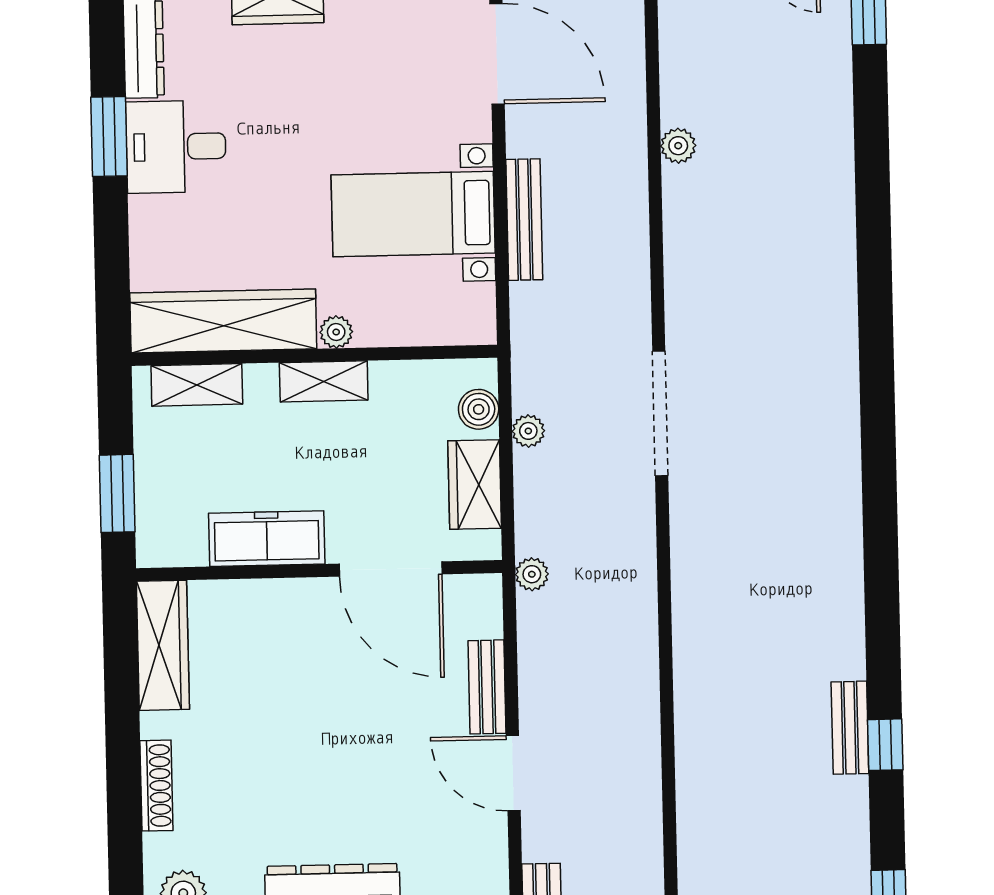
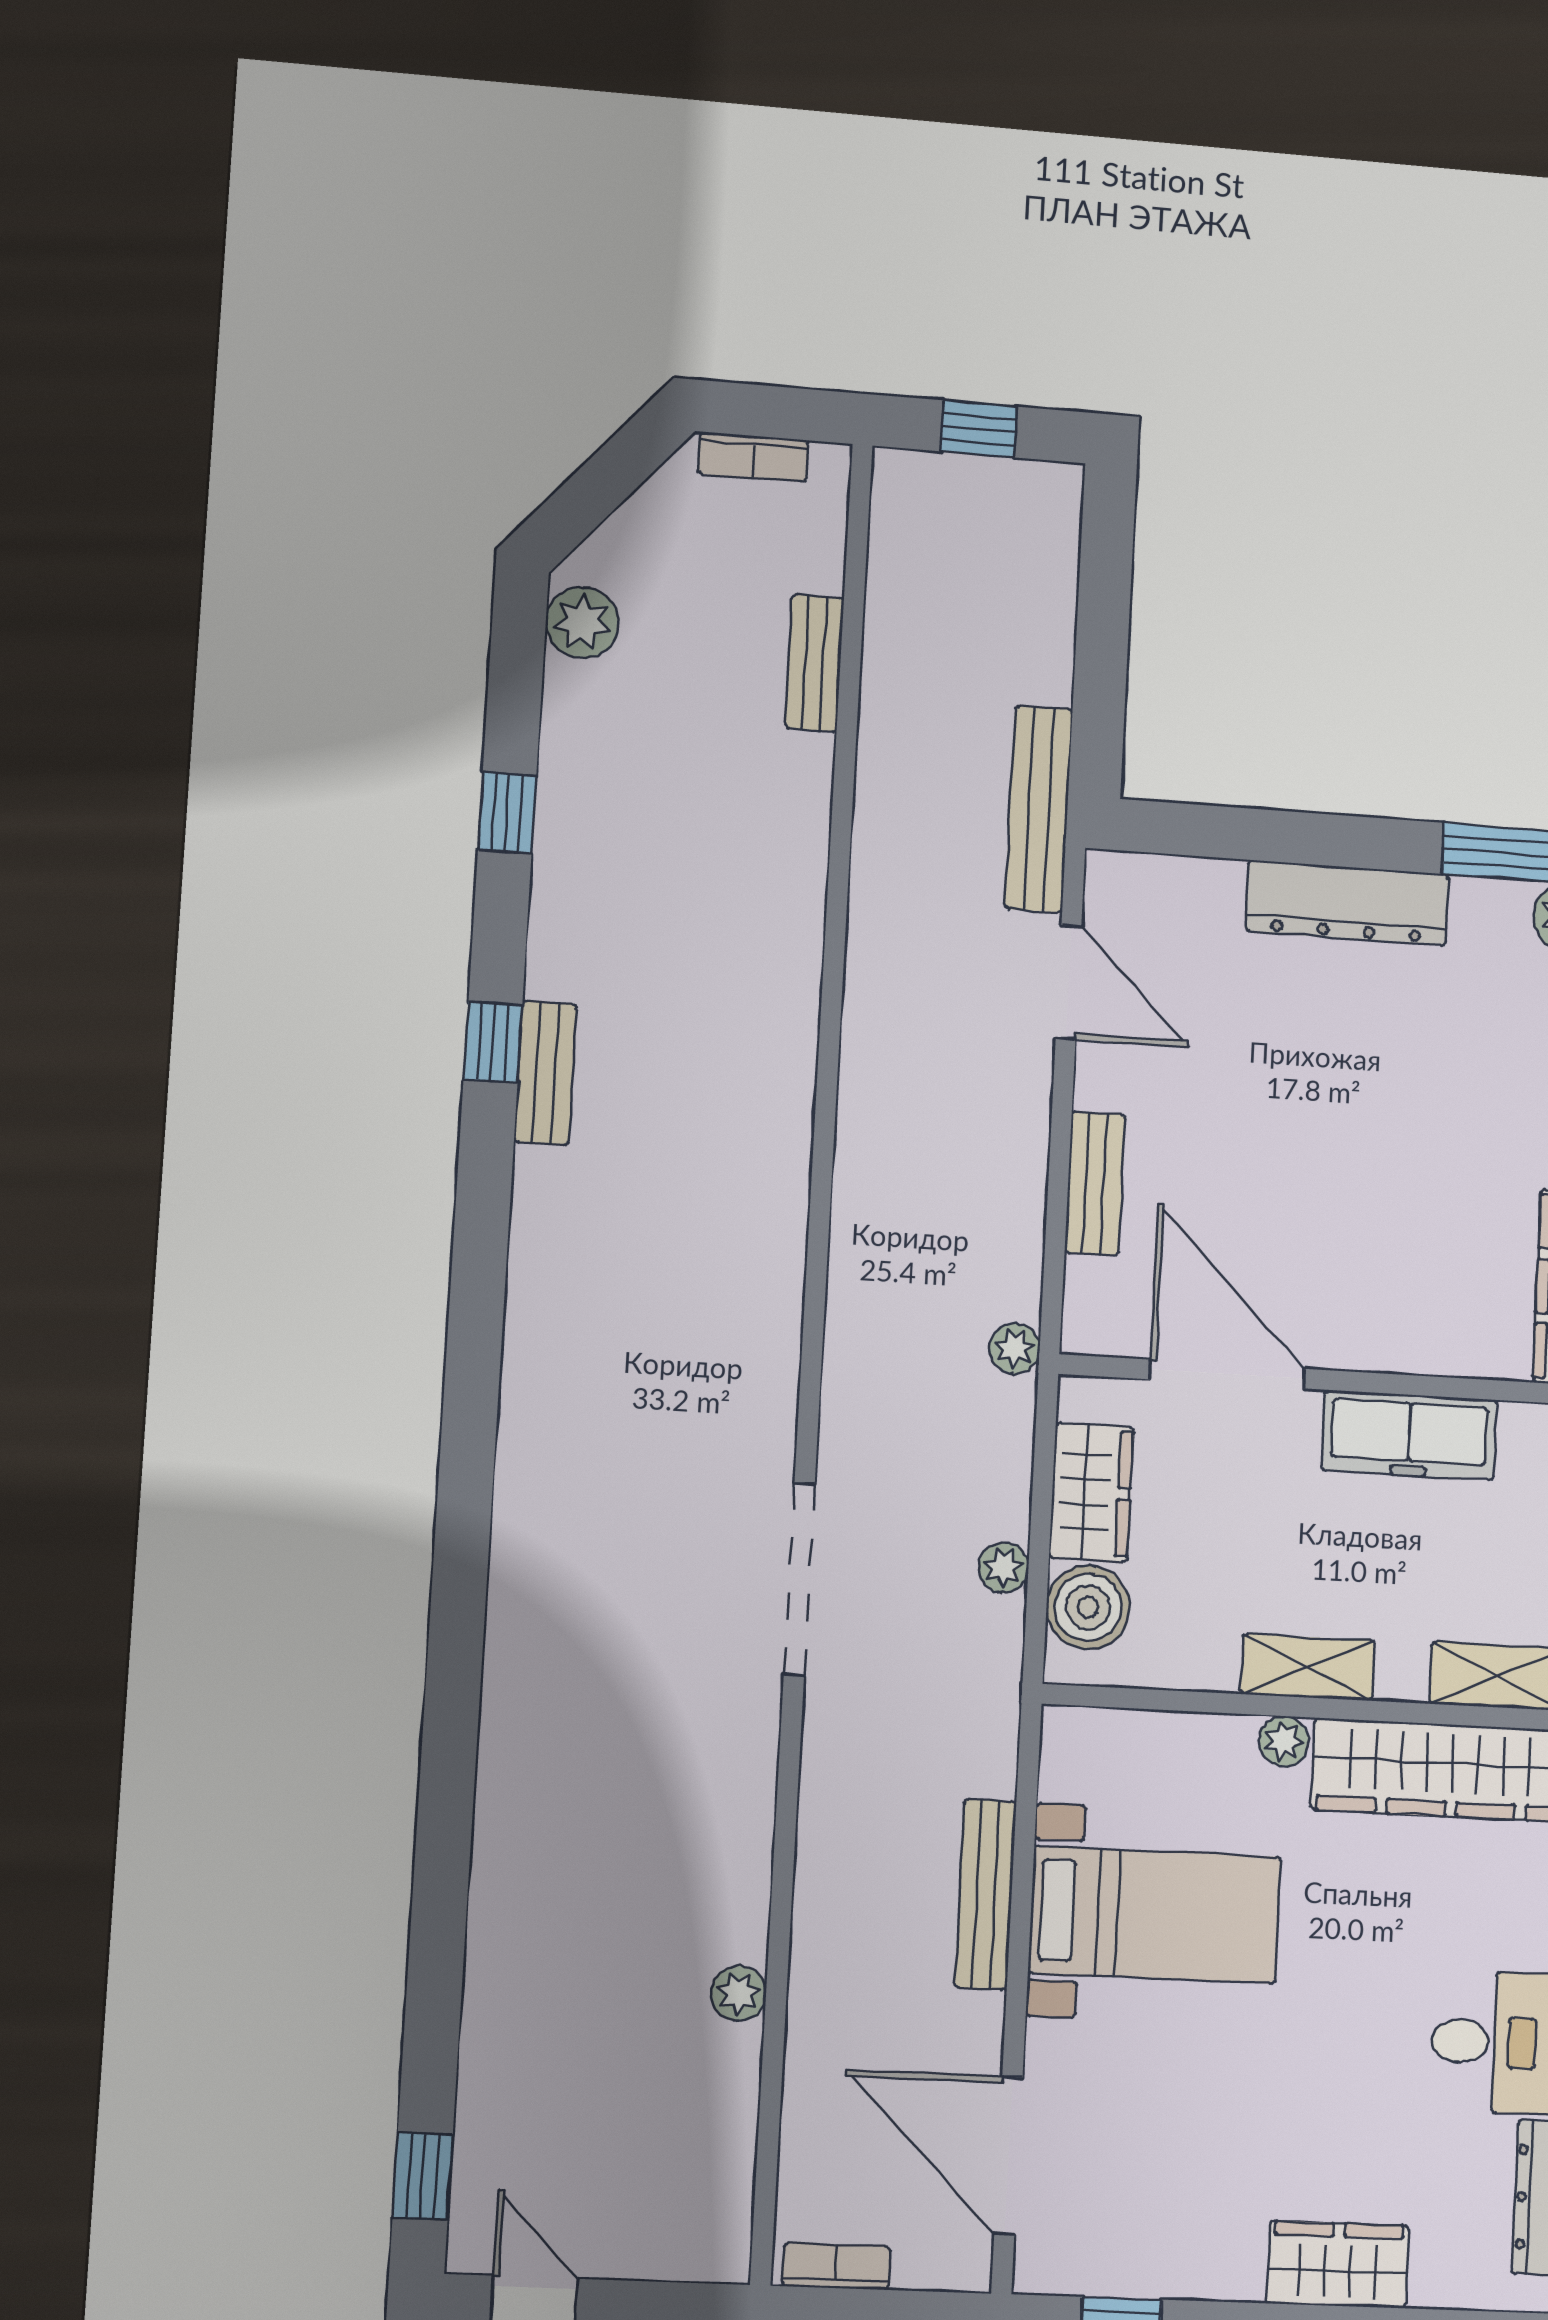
boiler: (479, 409) -> (1088, 1607), width x1.36, depth x1.36
door: (513, 773) -> (1068, 982), moved

